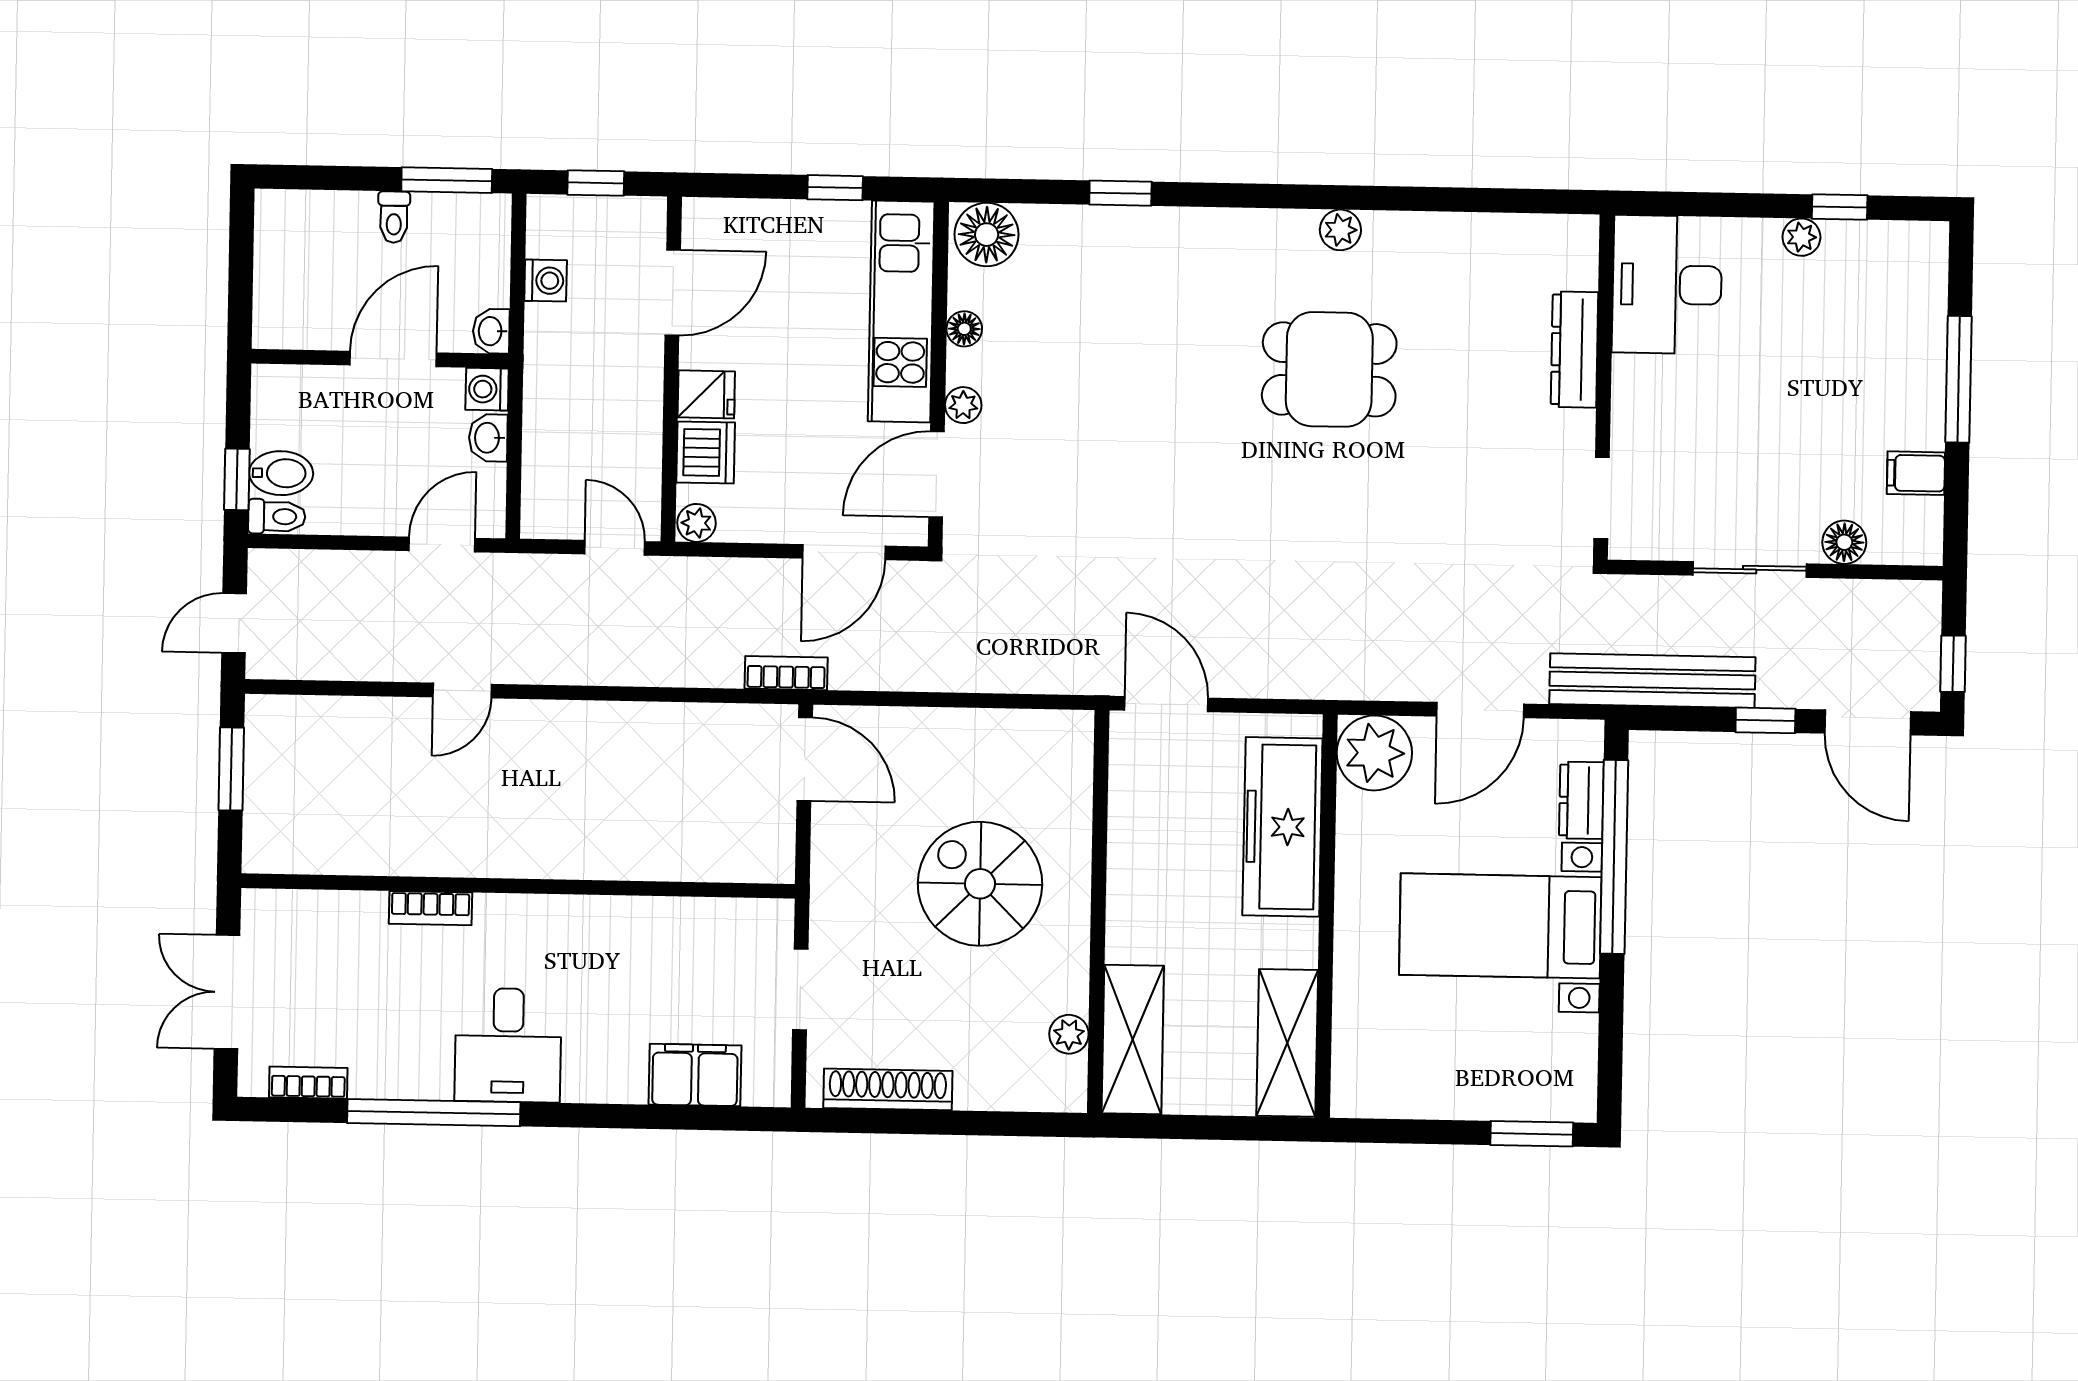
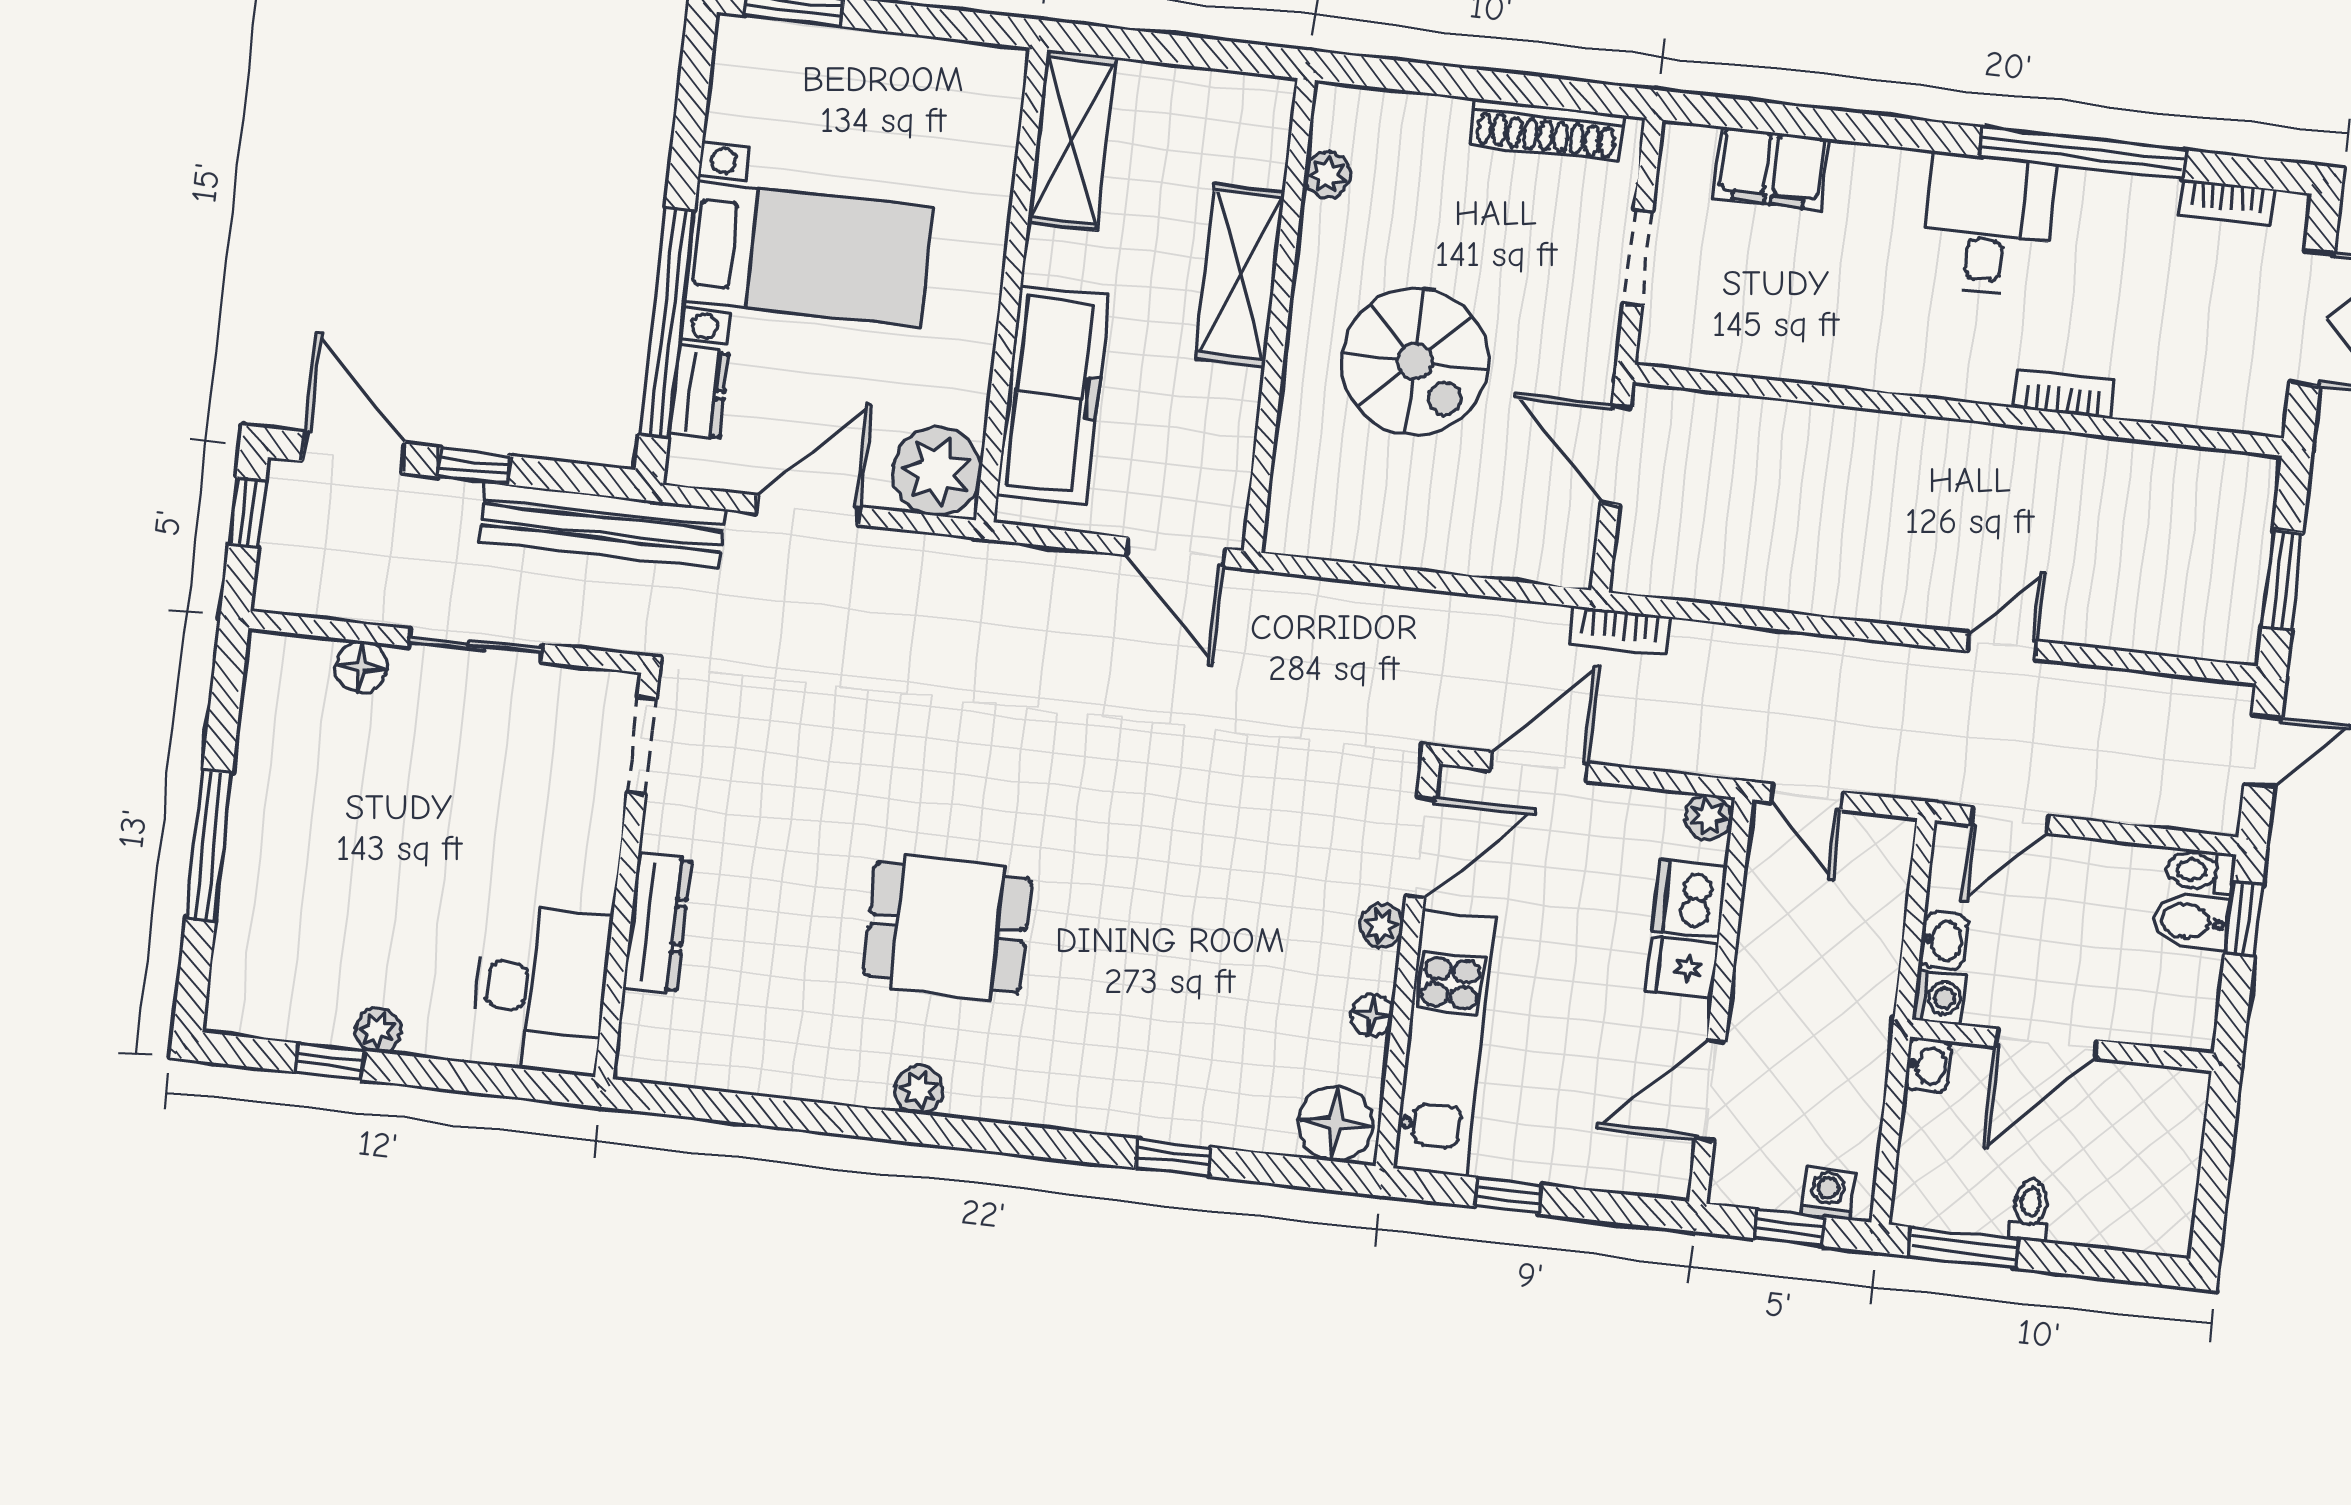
washing machine: (546, 281) -> (1828, 1193), moved, turned 90
filing cabinet: (1916, 473) -> (269, 740), removed
door: (805, 759) -> (1616, 455), moved
shelving: (1133, 1040) -> (1240, 276), moved

